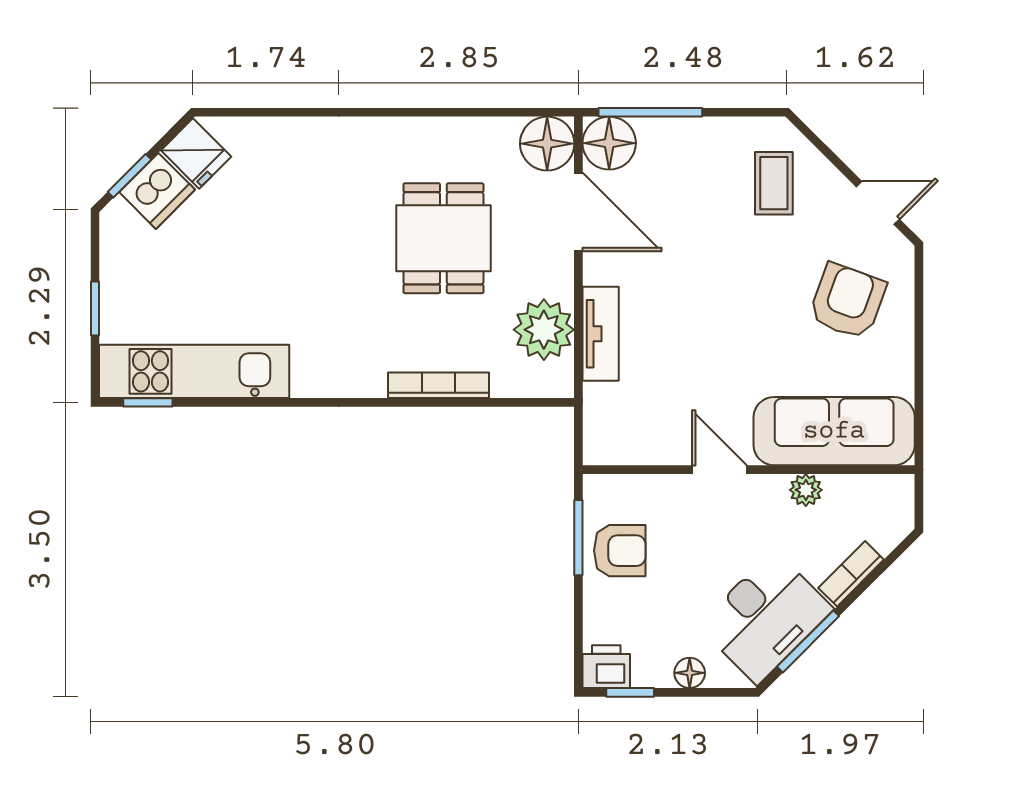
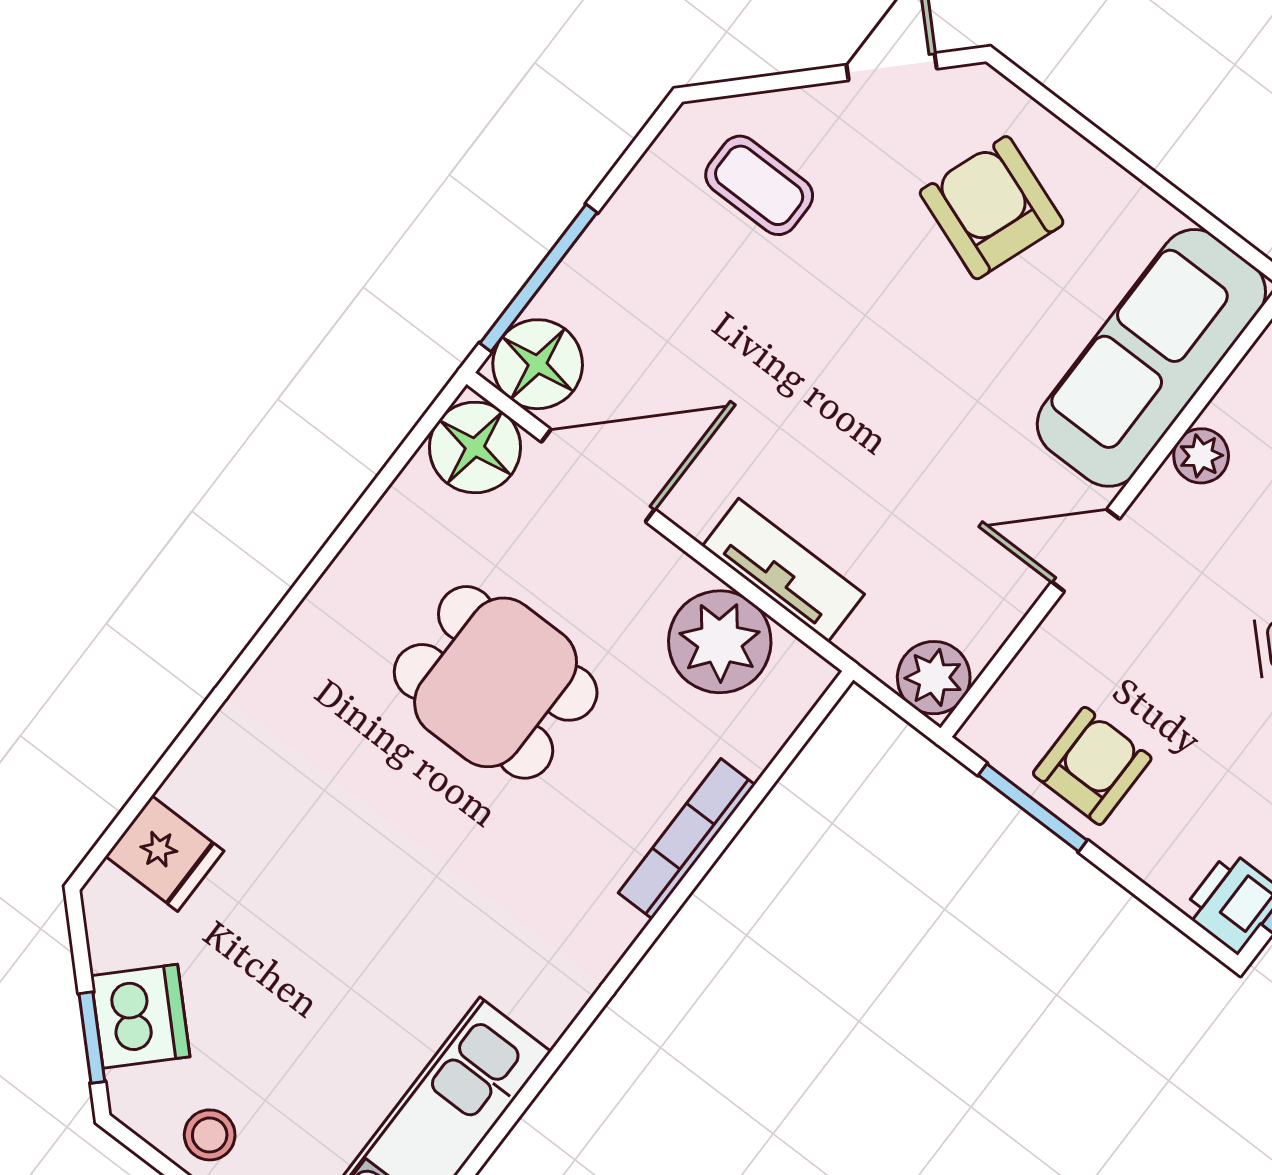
fridge: (196, 154) -> (165, 854), moved, turned 45
stool: (126, 267) -> (210, 1135), added
plant: (604, 444) -> (934, 678), added

